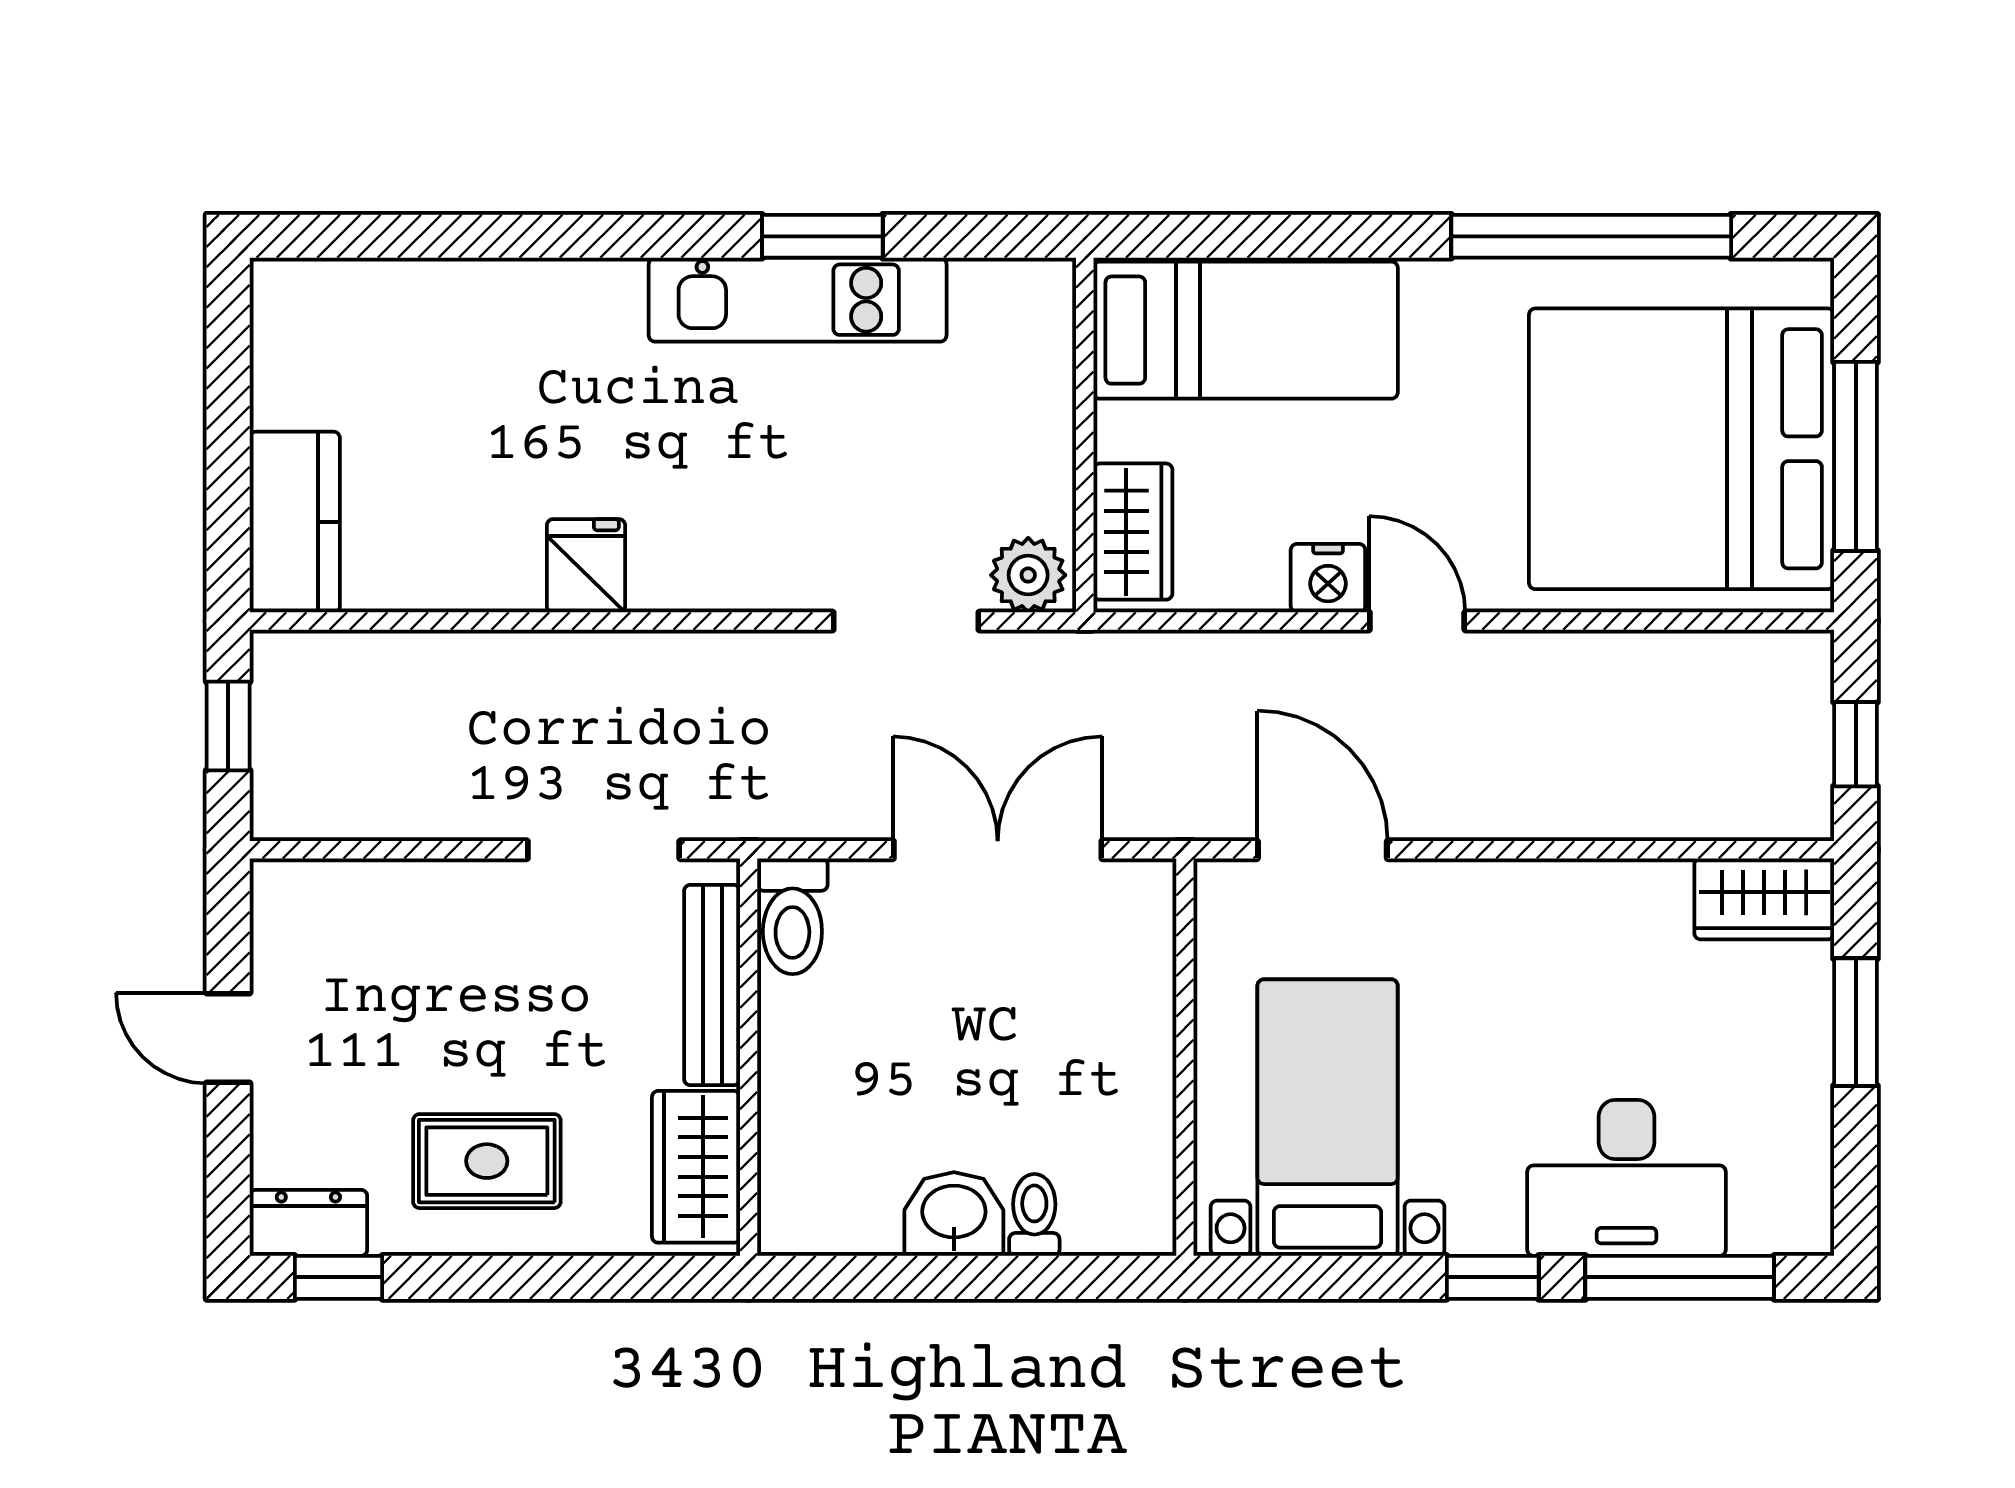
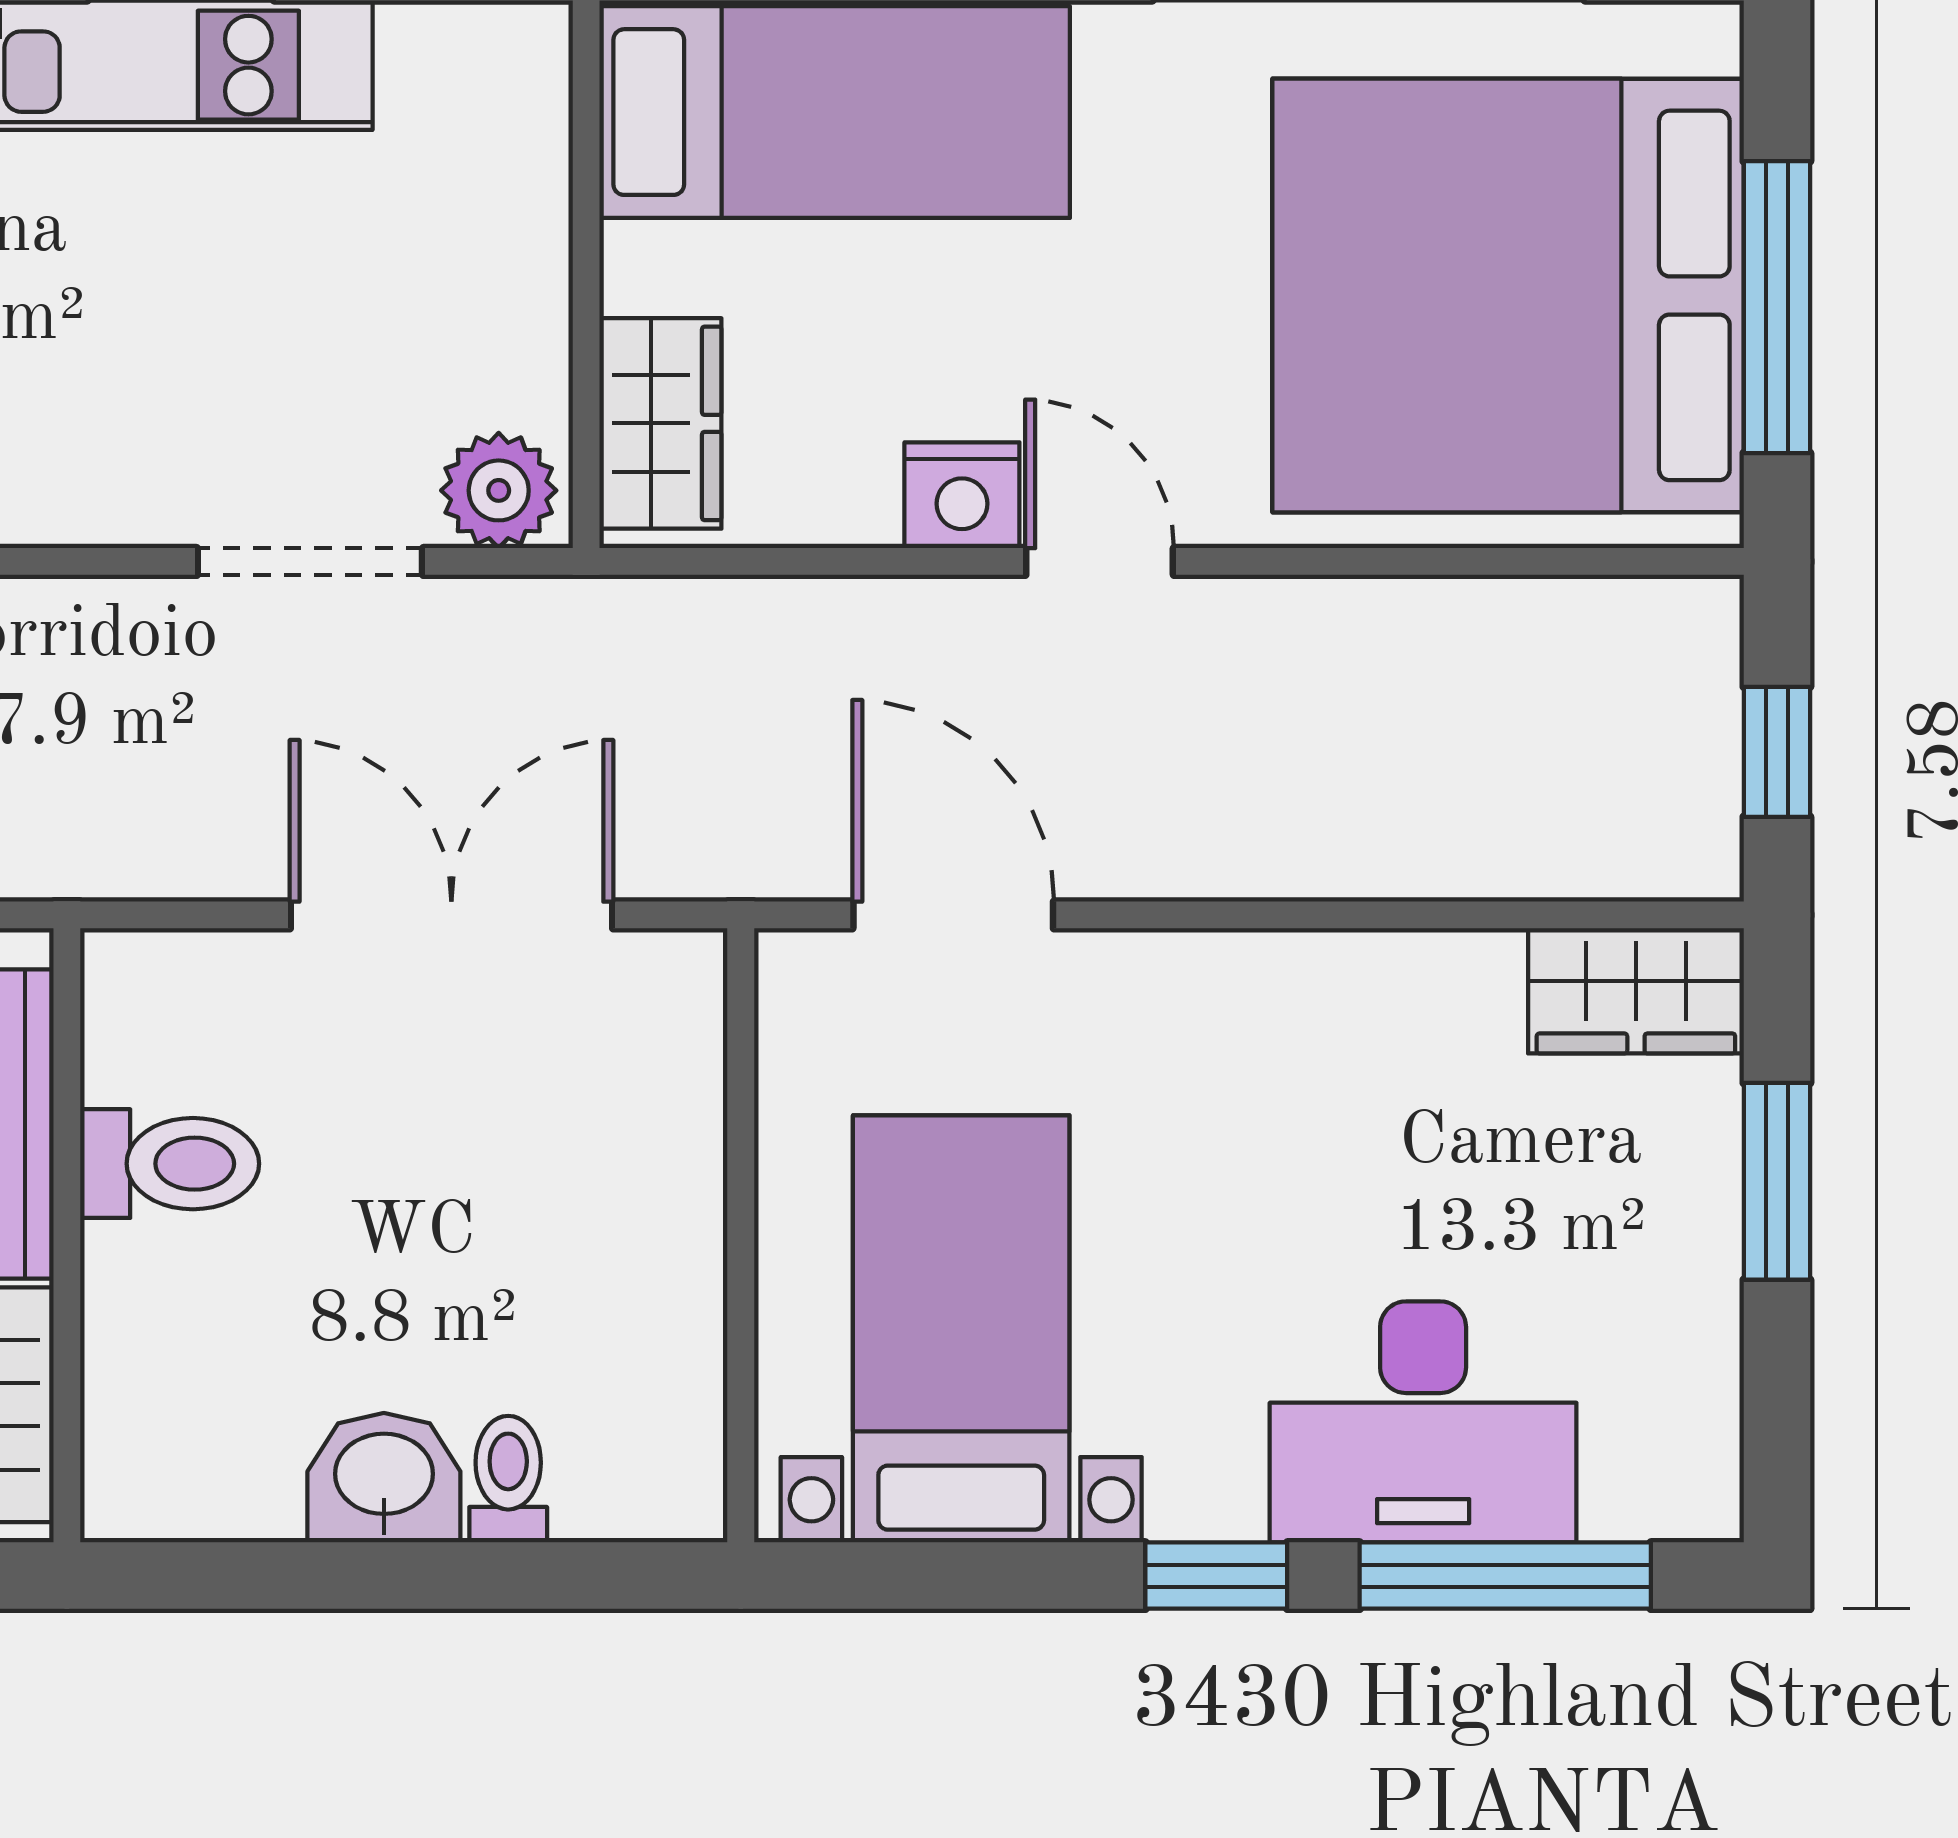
toilet: (792, 916) -> (170, 1164), moved, turned -90

